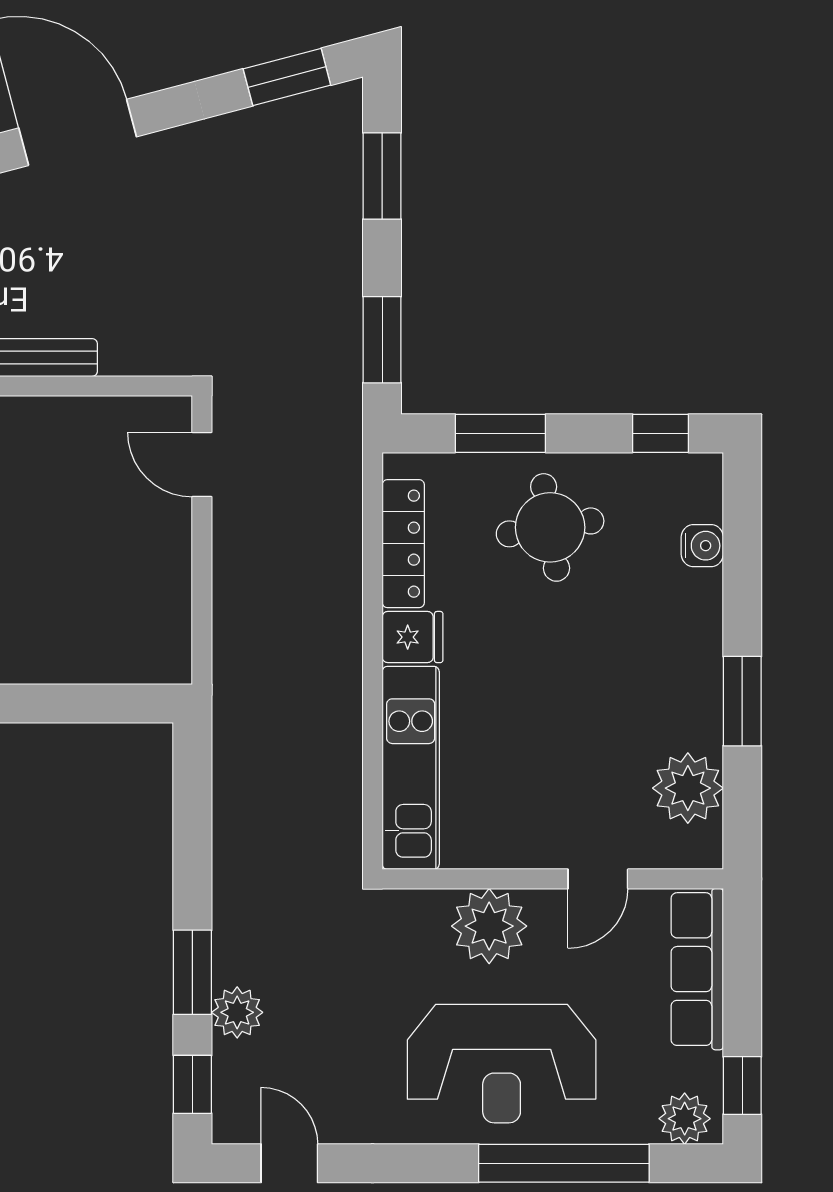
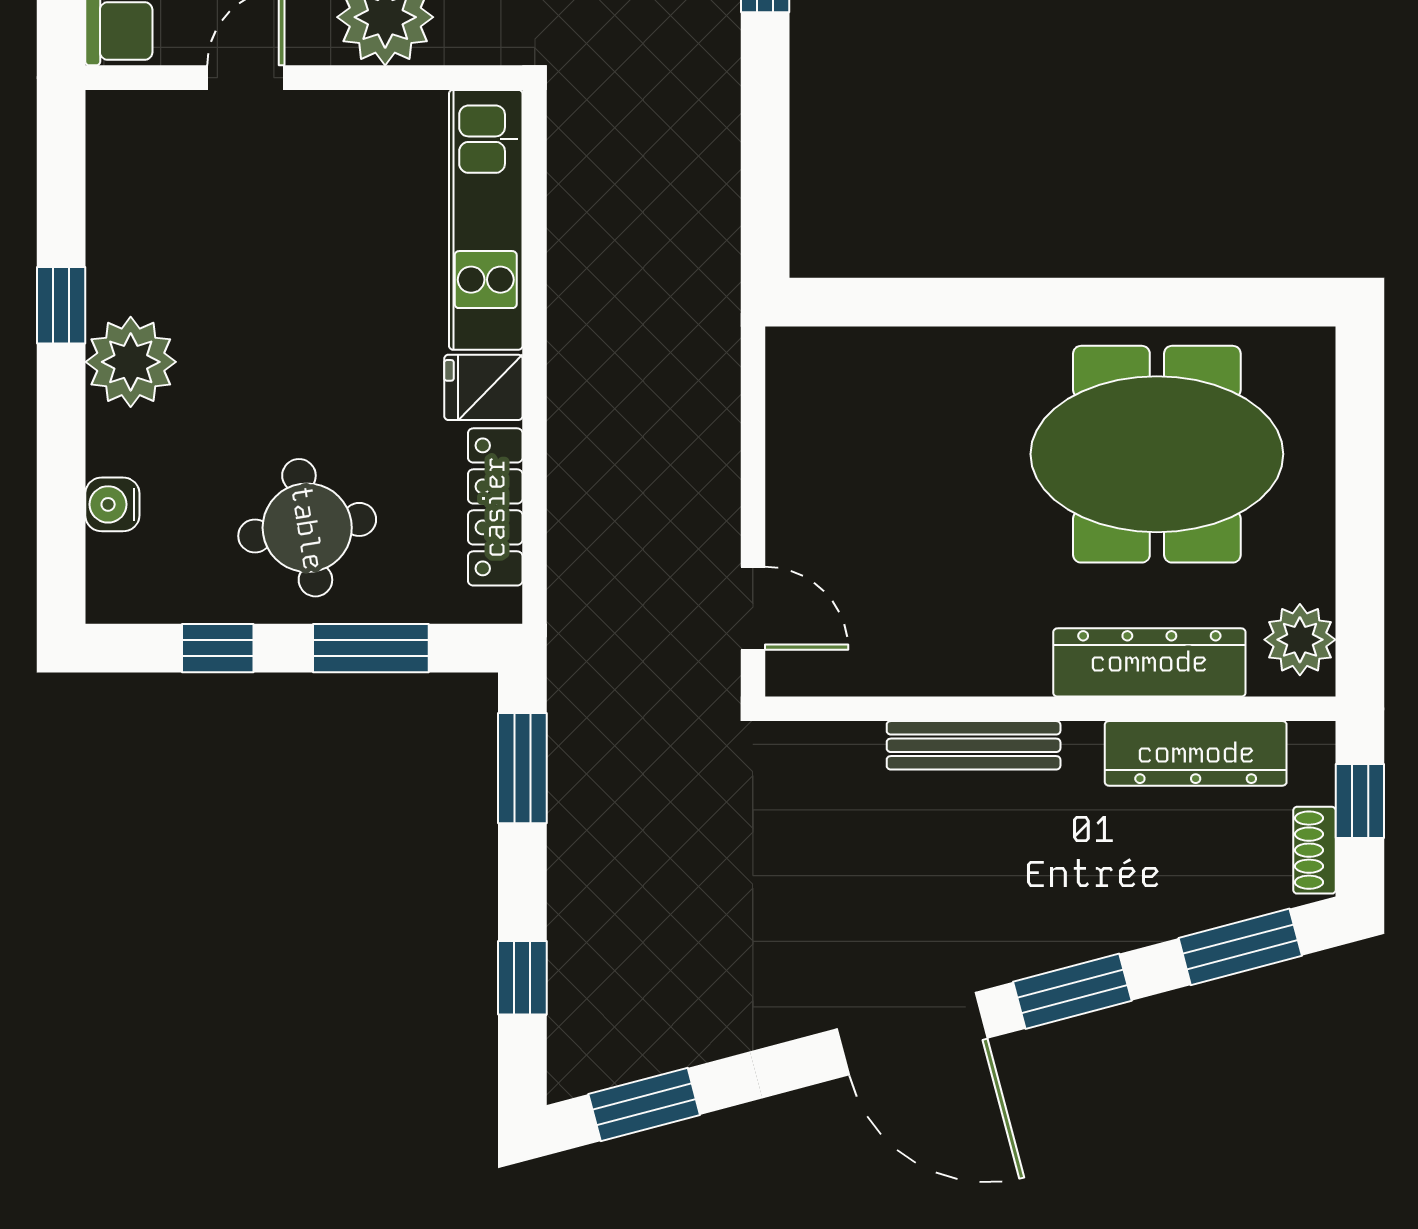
window: (382, 176) -> (522, 978), width x0.67
window: (660, 433) -> (218, 648), moved
window: (742, 701) -> (61, 305), width x0.67
plant: (688, 788) -> (131, 362), moved

